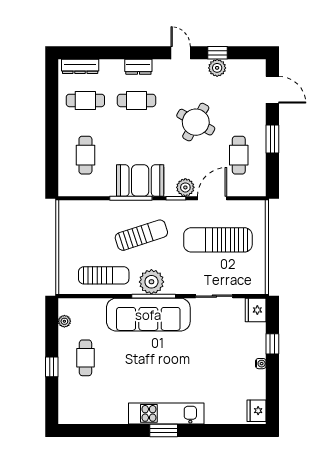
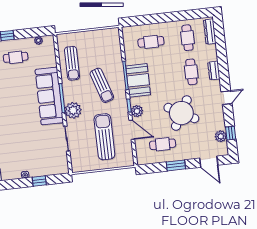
window: (218, 53) -> (231, 133), moved
plant: (217, 68) -> (221, 136), moved
door: (272, 90) -> (209, 162), hinge flipped
round table: (196, 122) -> (181, 113), width x1.36, depth x1.36
plant: (151, 282) -> (73, 110), moved
fridge: (256, 310) -> (60, 167), removed

